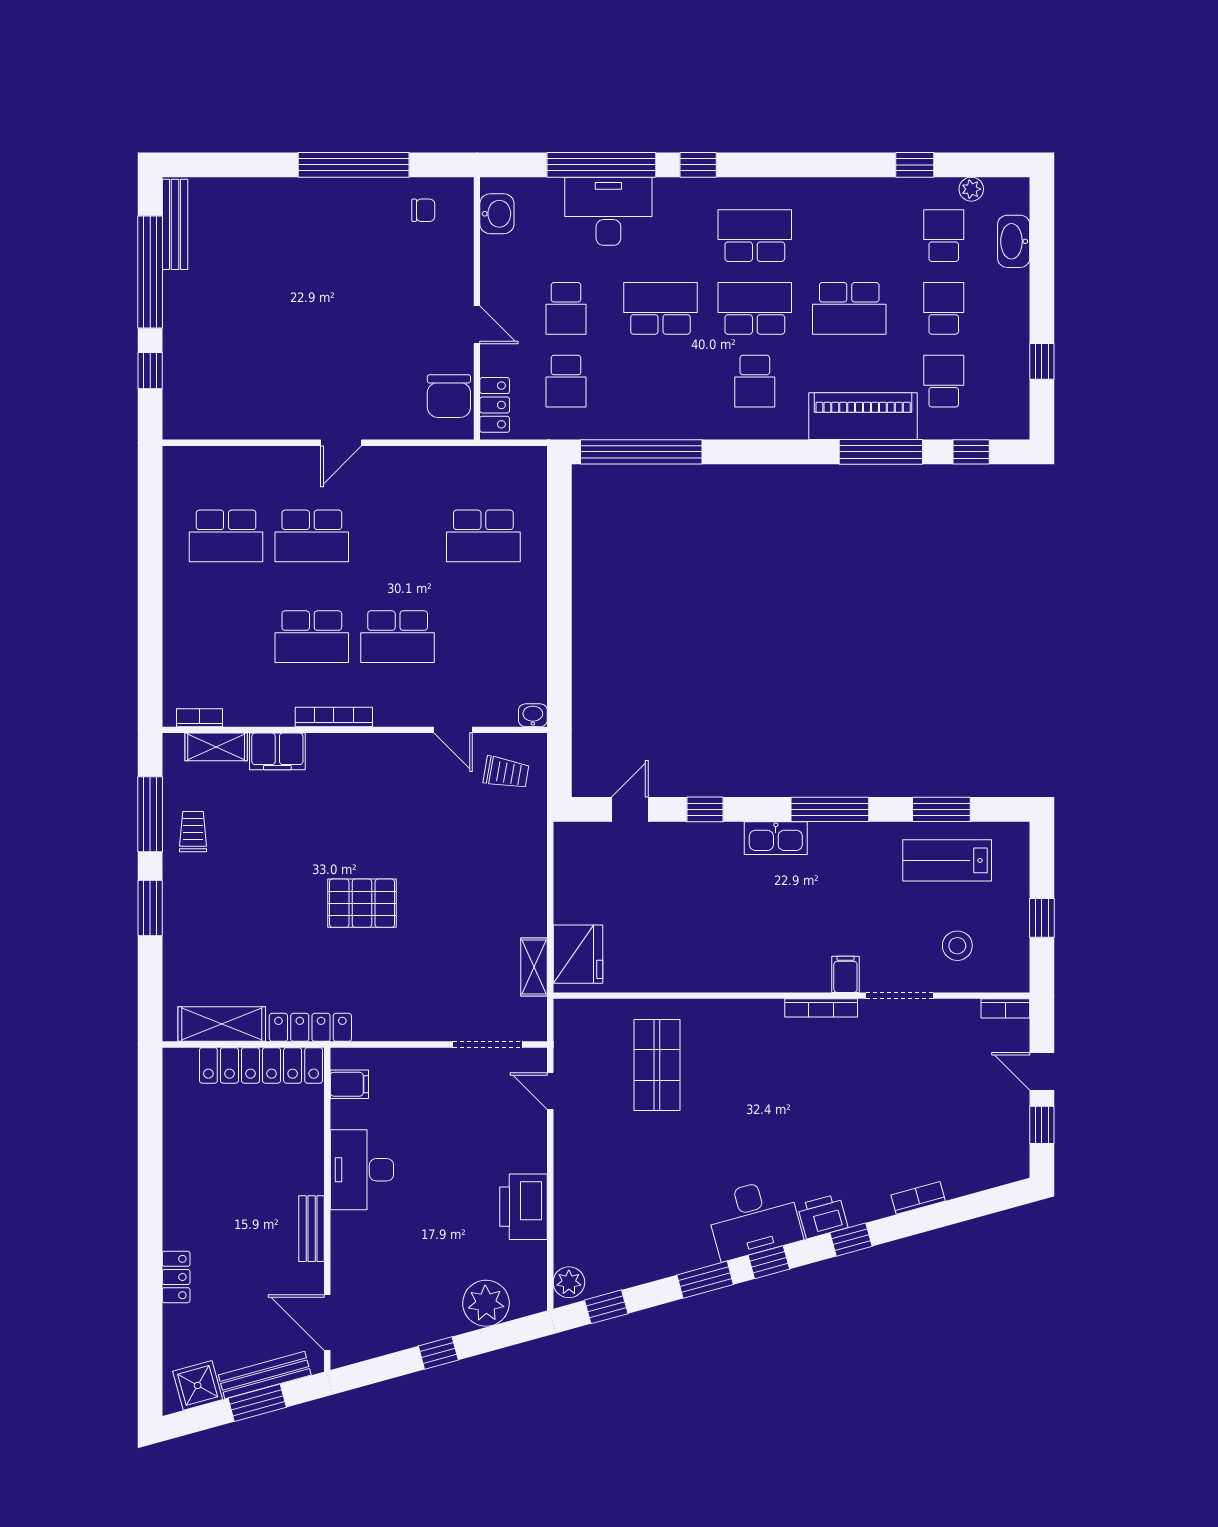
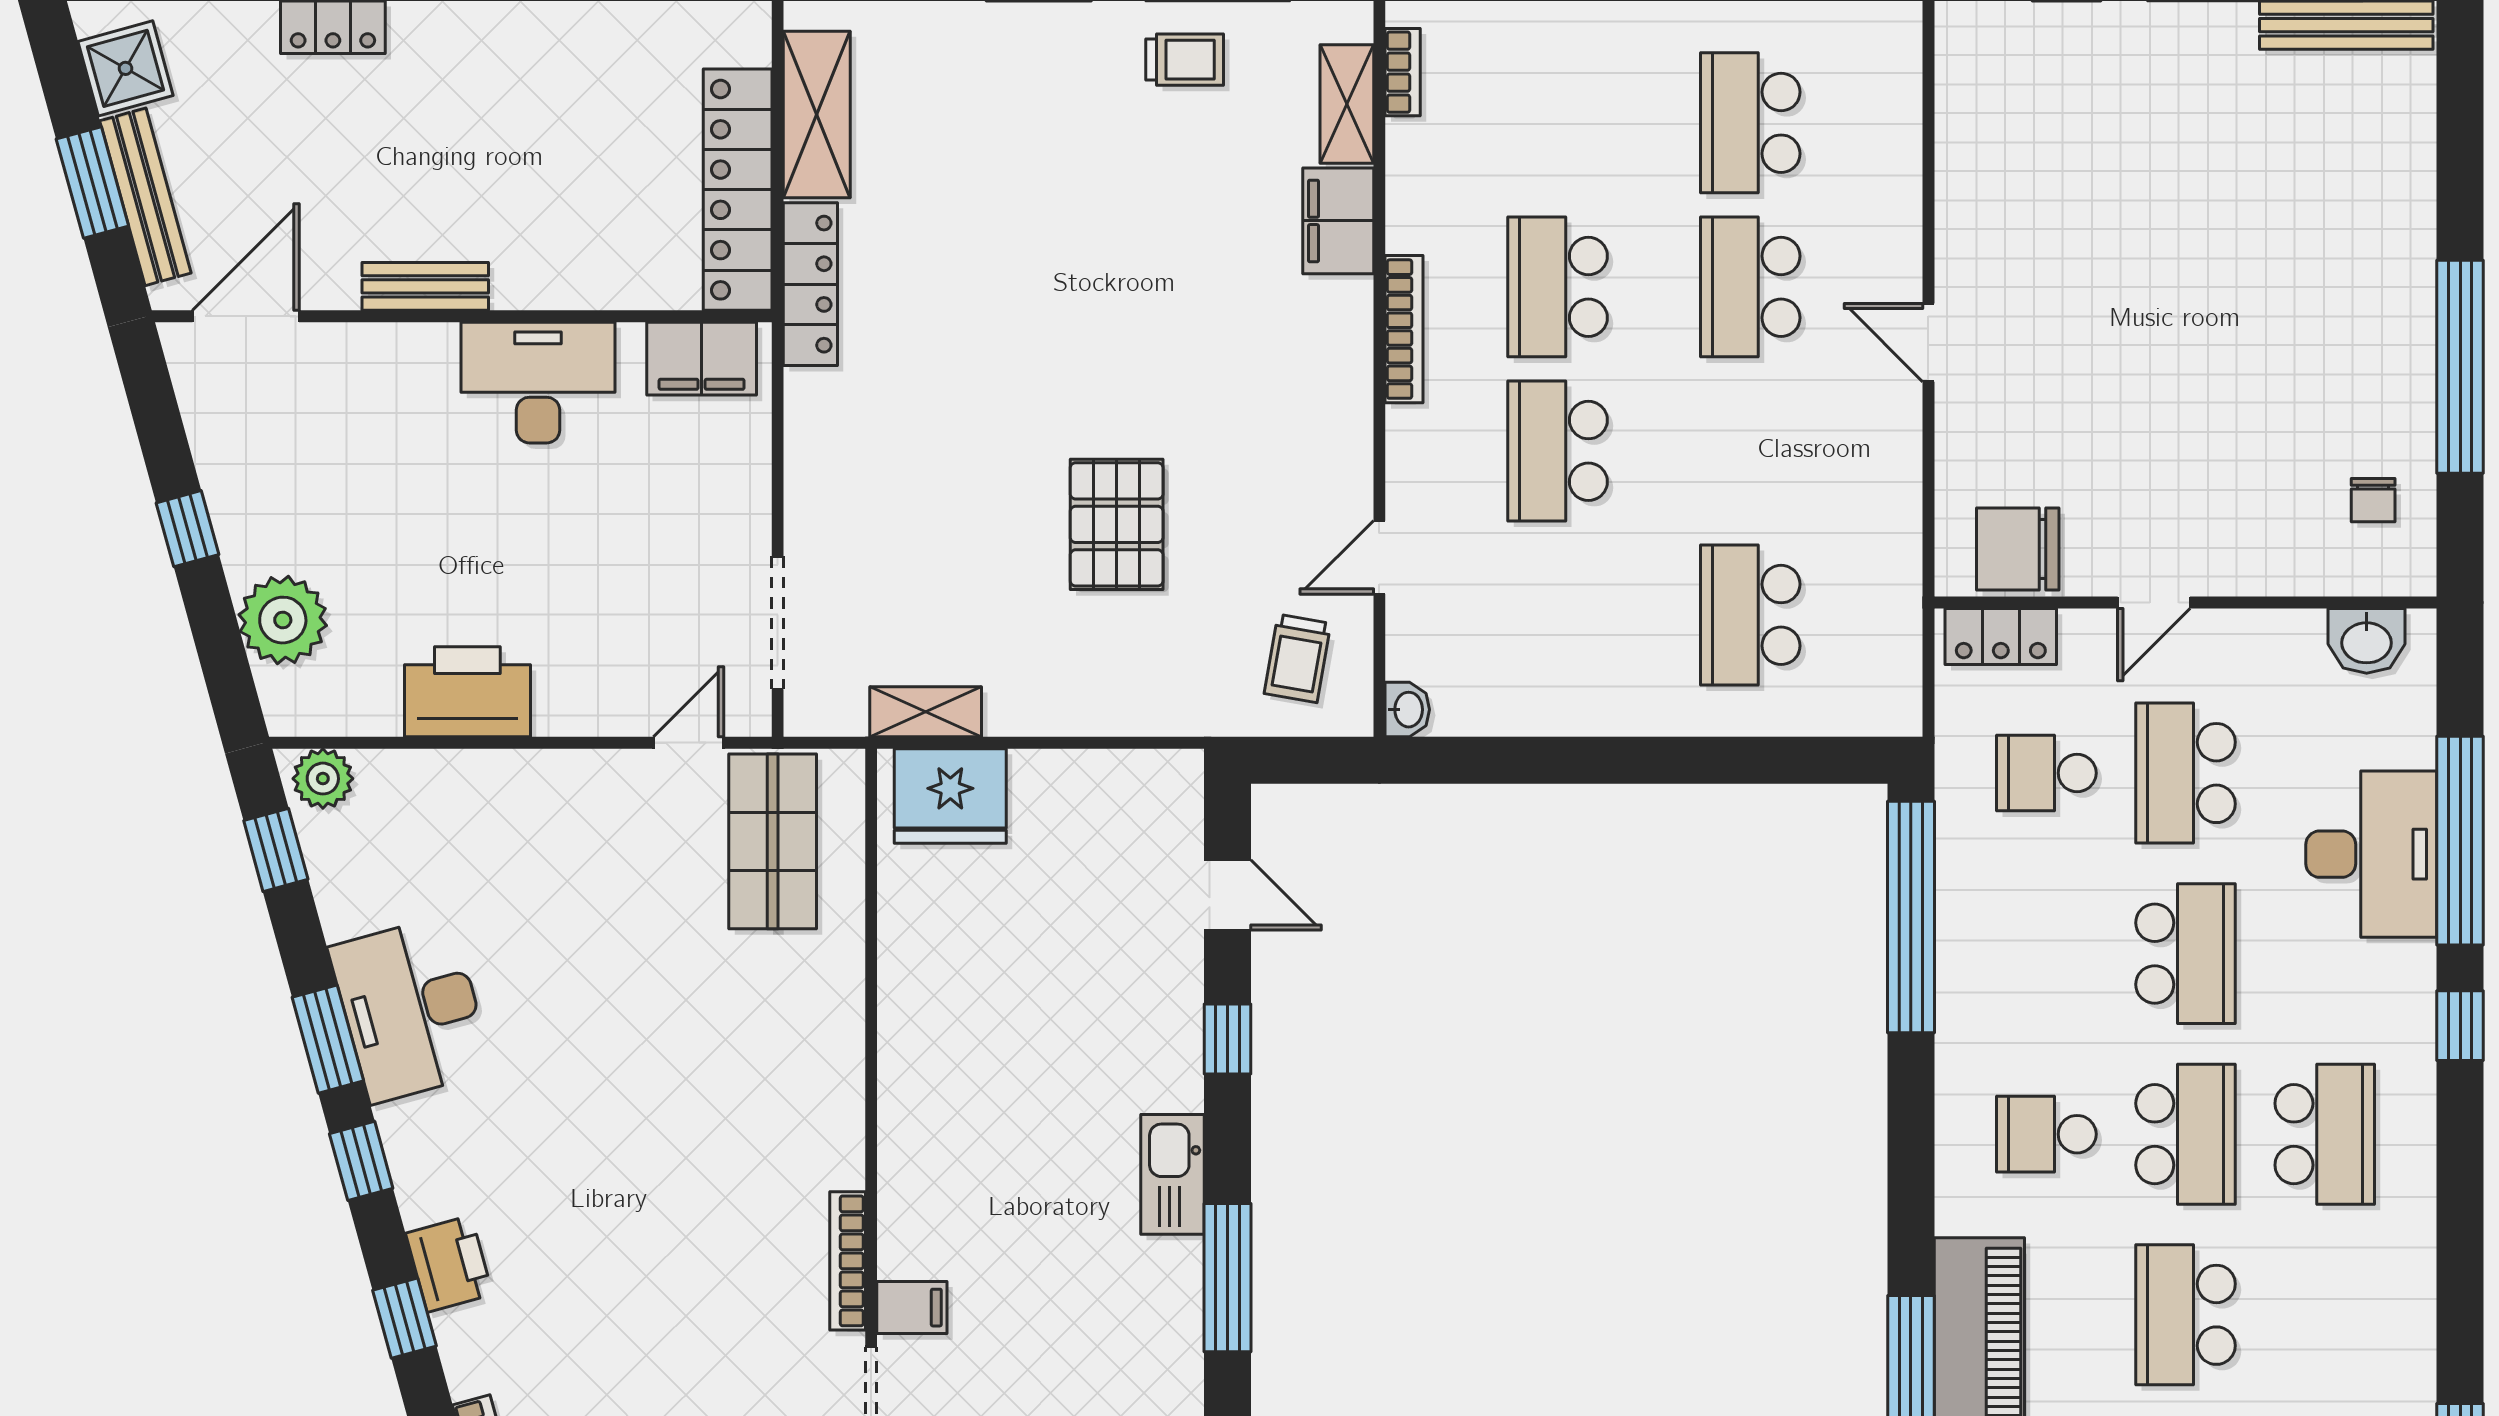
school desk: (566, 308) -> (2186, 773), width x1.85
pallet: (362, 903) -> (1117, 524), moved
shop shelf: (657, 1065) -> (773, 841), moved, turned 90
filing cabinet: (349, 1084) -> (702, 359), width x2.00
desk: (754, 1219) -> (411, 1009), moved

